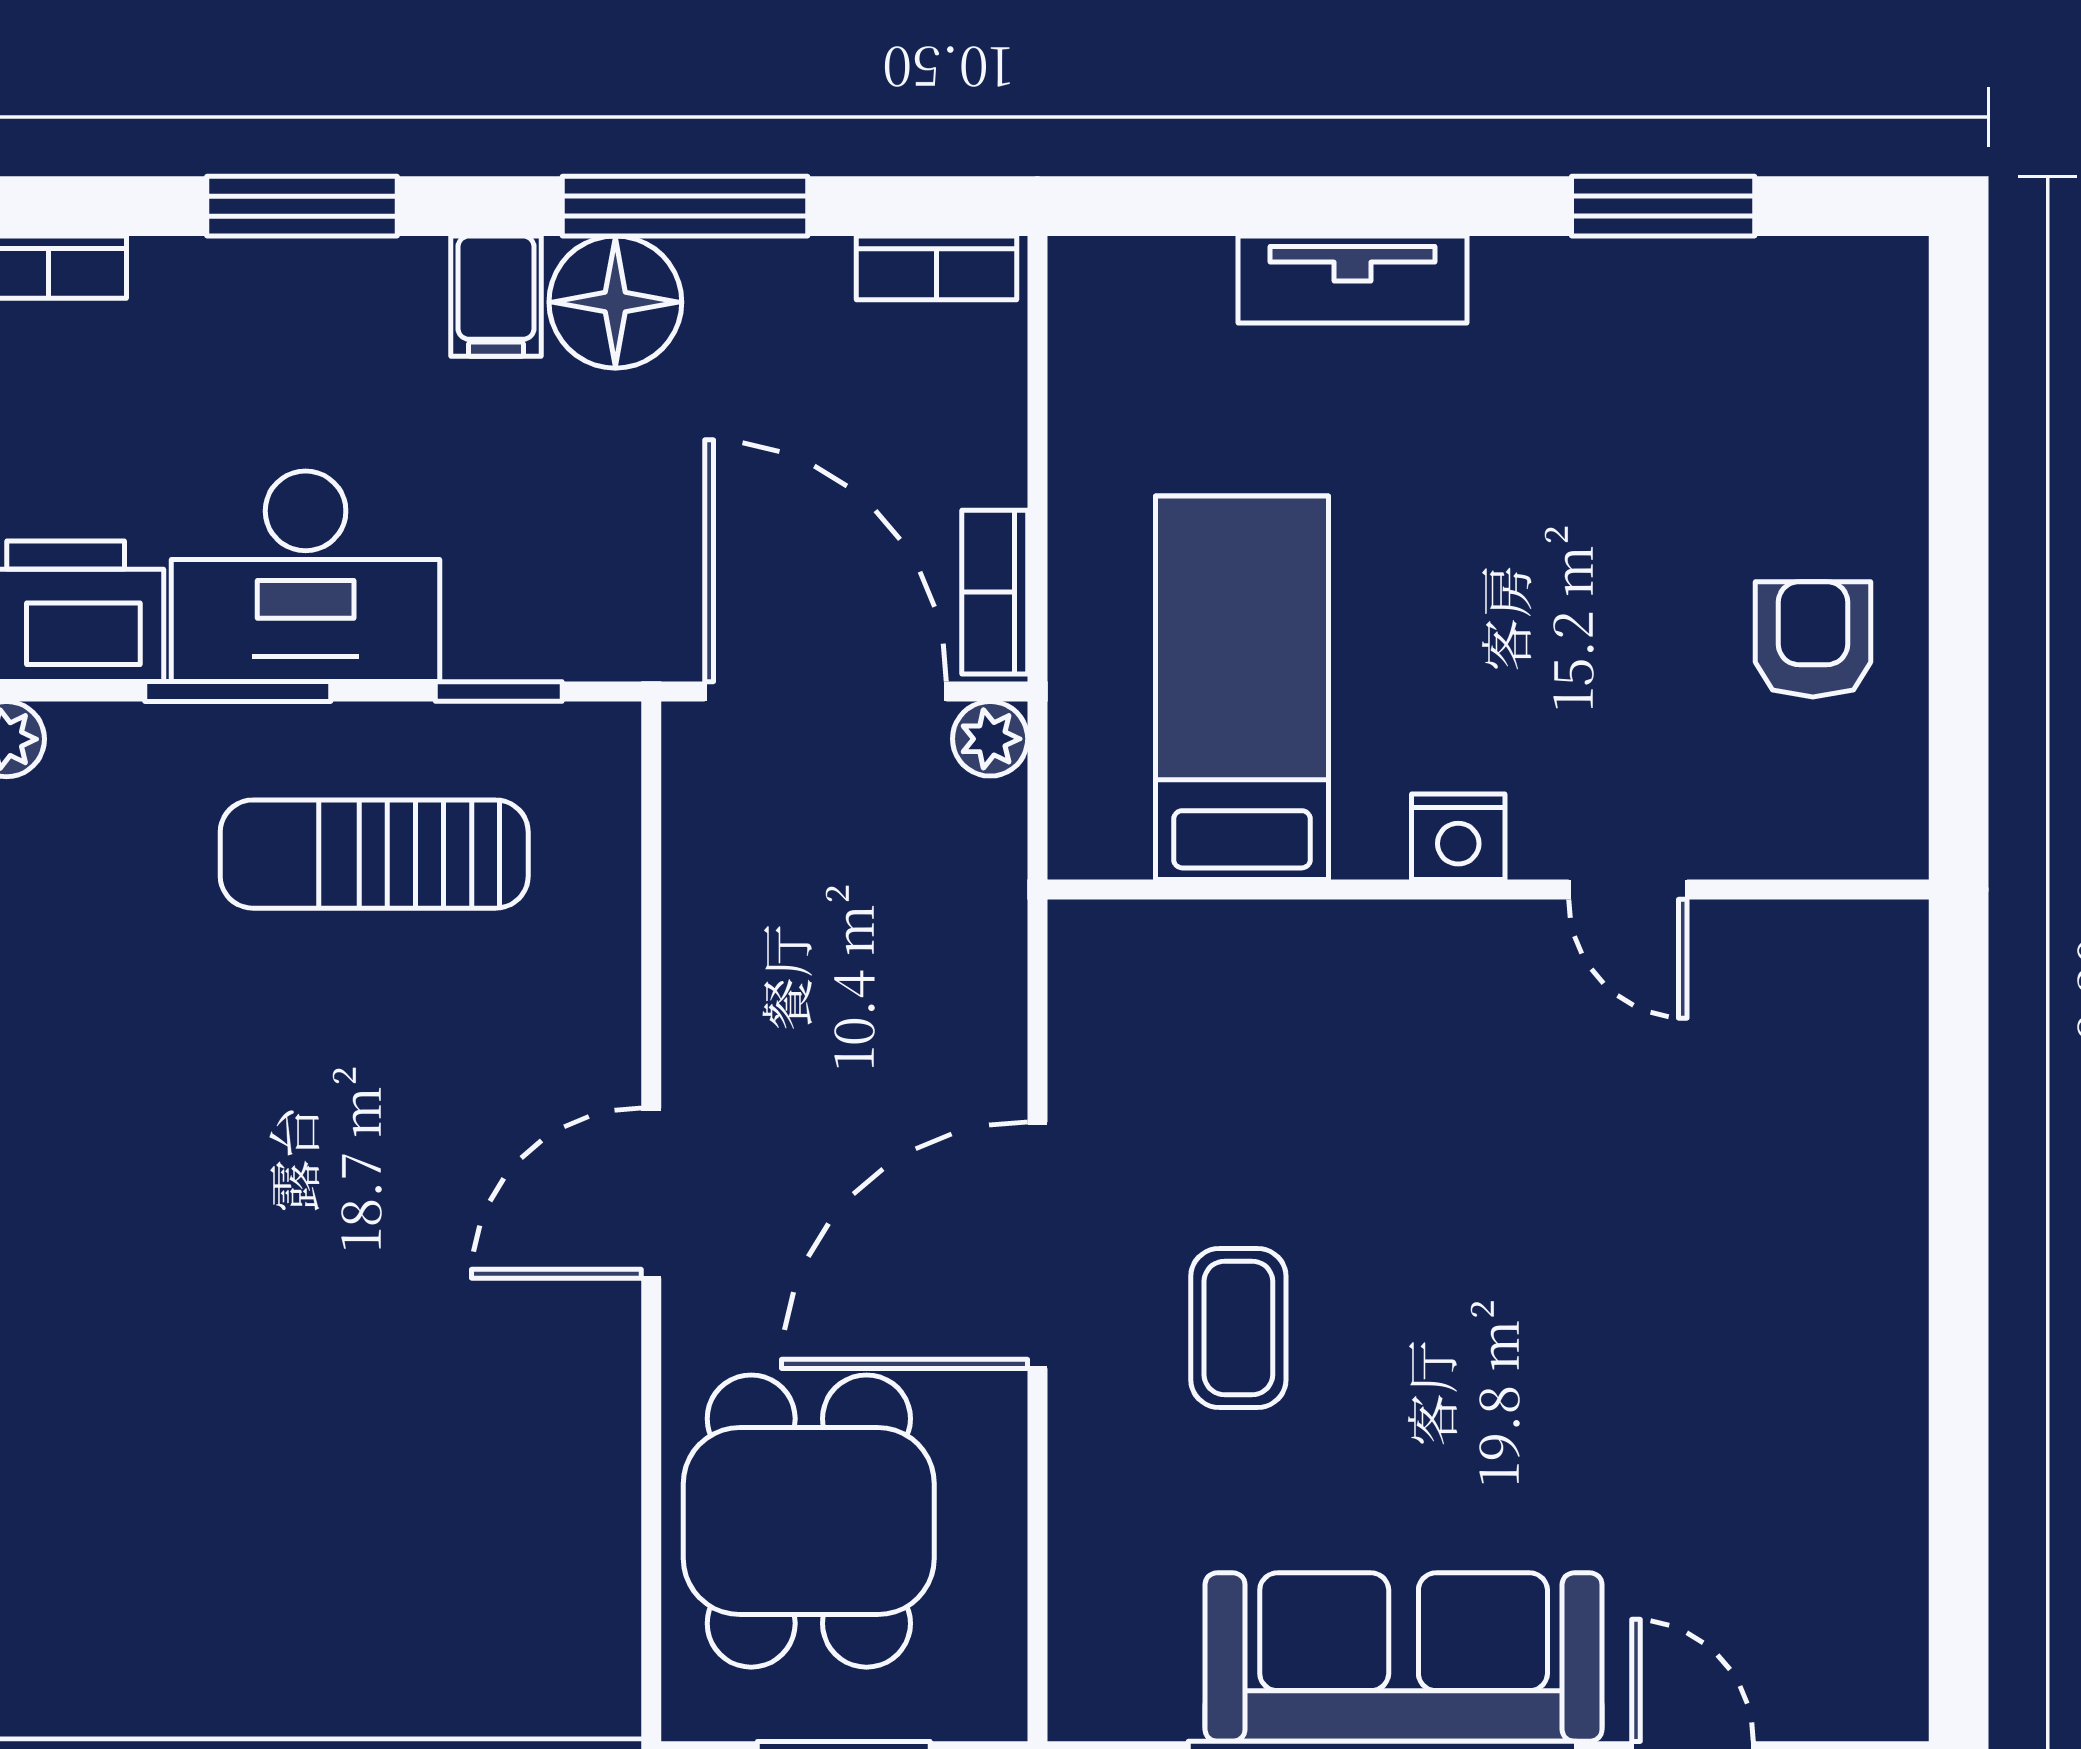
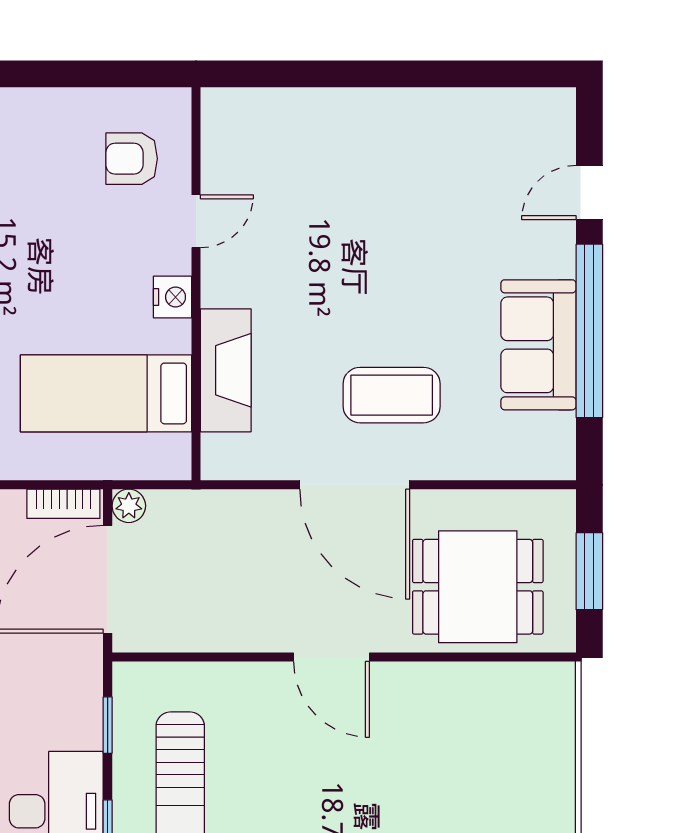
armchair: (1813, 639) -> (132, 159), moved
fireplace: (1294, 956) -> (226, 370), added
coffee table: (1238, 1328) -> (392, 395), width x1.36, depth x1.30
sofa: (1404, 1657) -> (538, 345), width x0.73

